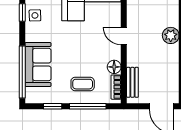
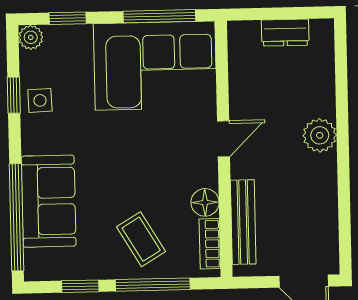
door: (124, 36) -> (223, 139), swing flipped
bench: (132, 82) -> (243, 222), width x1.36
coffee table: (83, 84) -> (141, 239), turned 59

